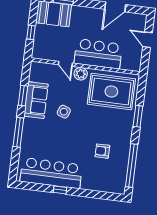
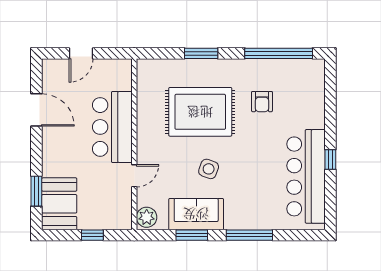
plant: (81, 74) -> (147, 217), moved
rug: (111, 91) -> (200, 112), moved, turned 90

